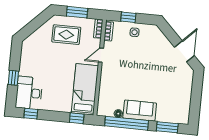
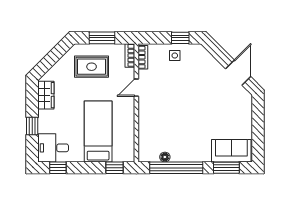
window: (128, 17) -> (180, 38), moved
wardrobe: (27, 54) -> (46, 95), added
bed: (85, 89) -> (98, 131), moved
desk: (29, 93) -> (53, 148), width x0.73
sofa: (140, 111) -> (231, 151), moved

